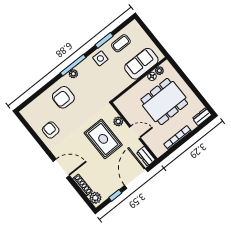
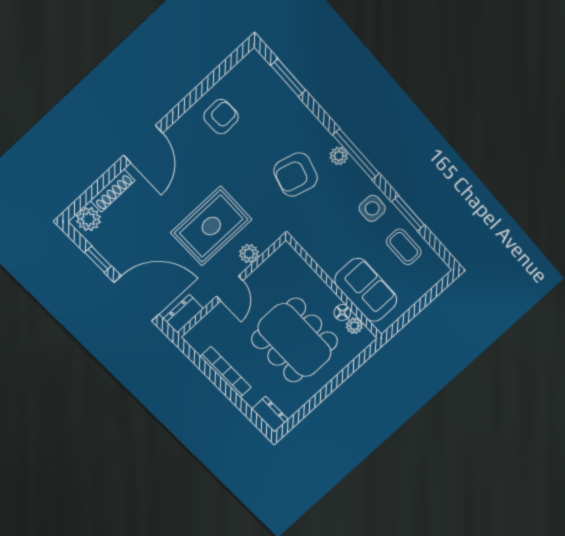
window: (34, 96) -> (288, 78), added
armchair: (63, 97) -> (296, 174), moved, turned -74

